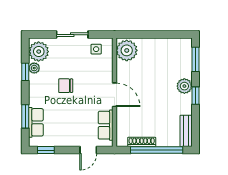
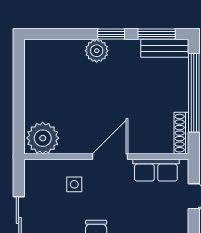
side table: (96, 49) -> (74, 184), moved
window: (195, 59) -> (157, 34), moved
shoe rack: (142, 142) -> (181, 133), moved

